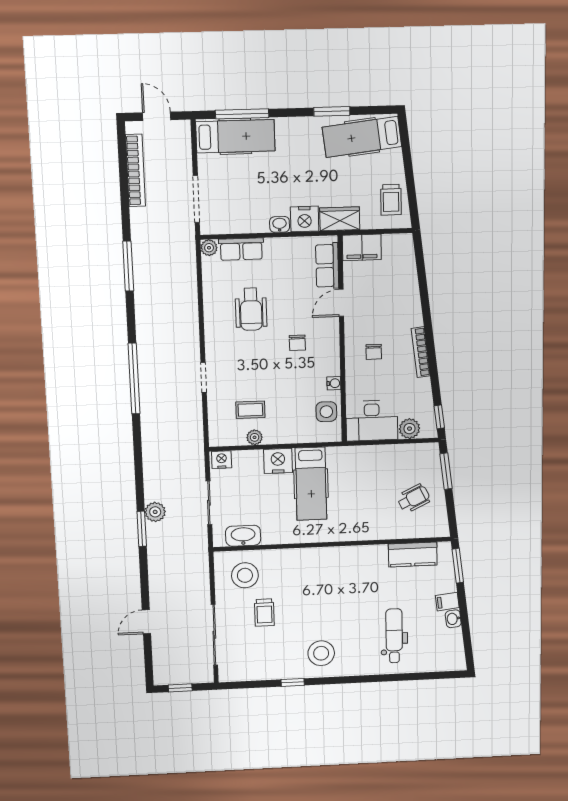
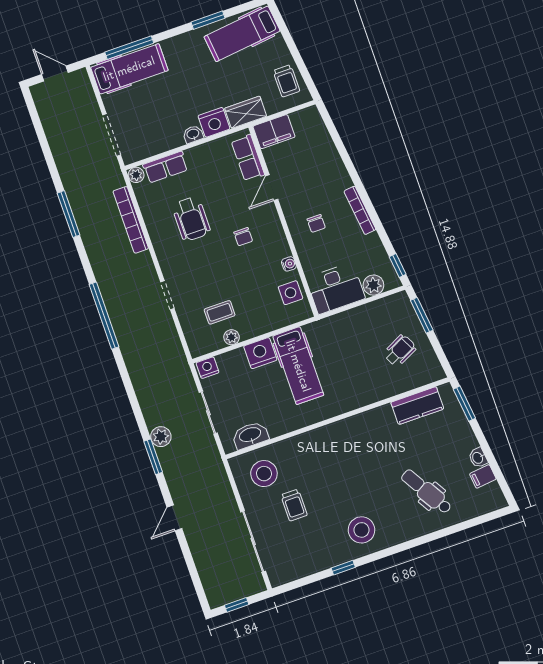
bookcase: (136, 170) -> (131, 220), moved, turned 180
filing cabinet: (447, 602) -> (483, 476), moved
door: (146, 622) -> (174, 518), moved
dental chair: (394, 636) -> (426, 492), turned -31

